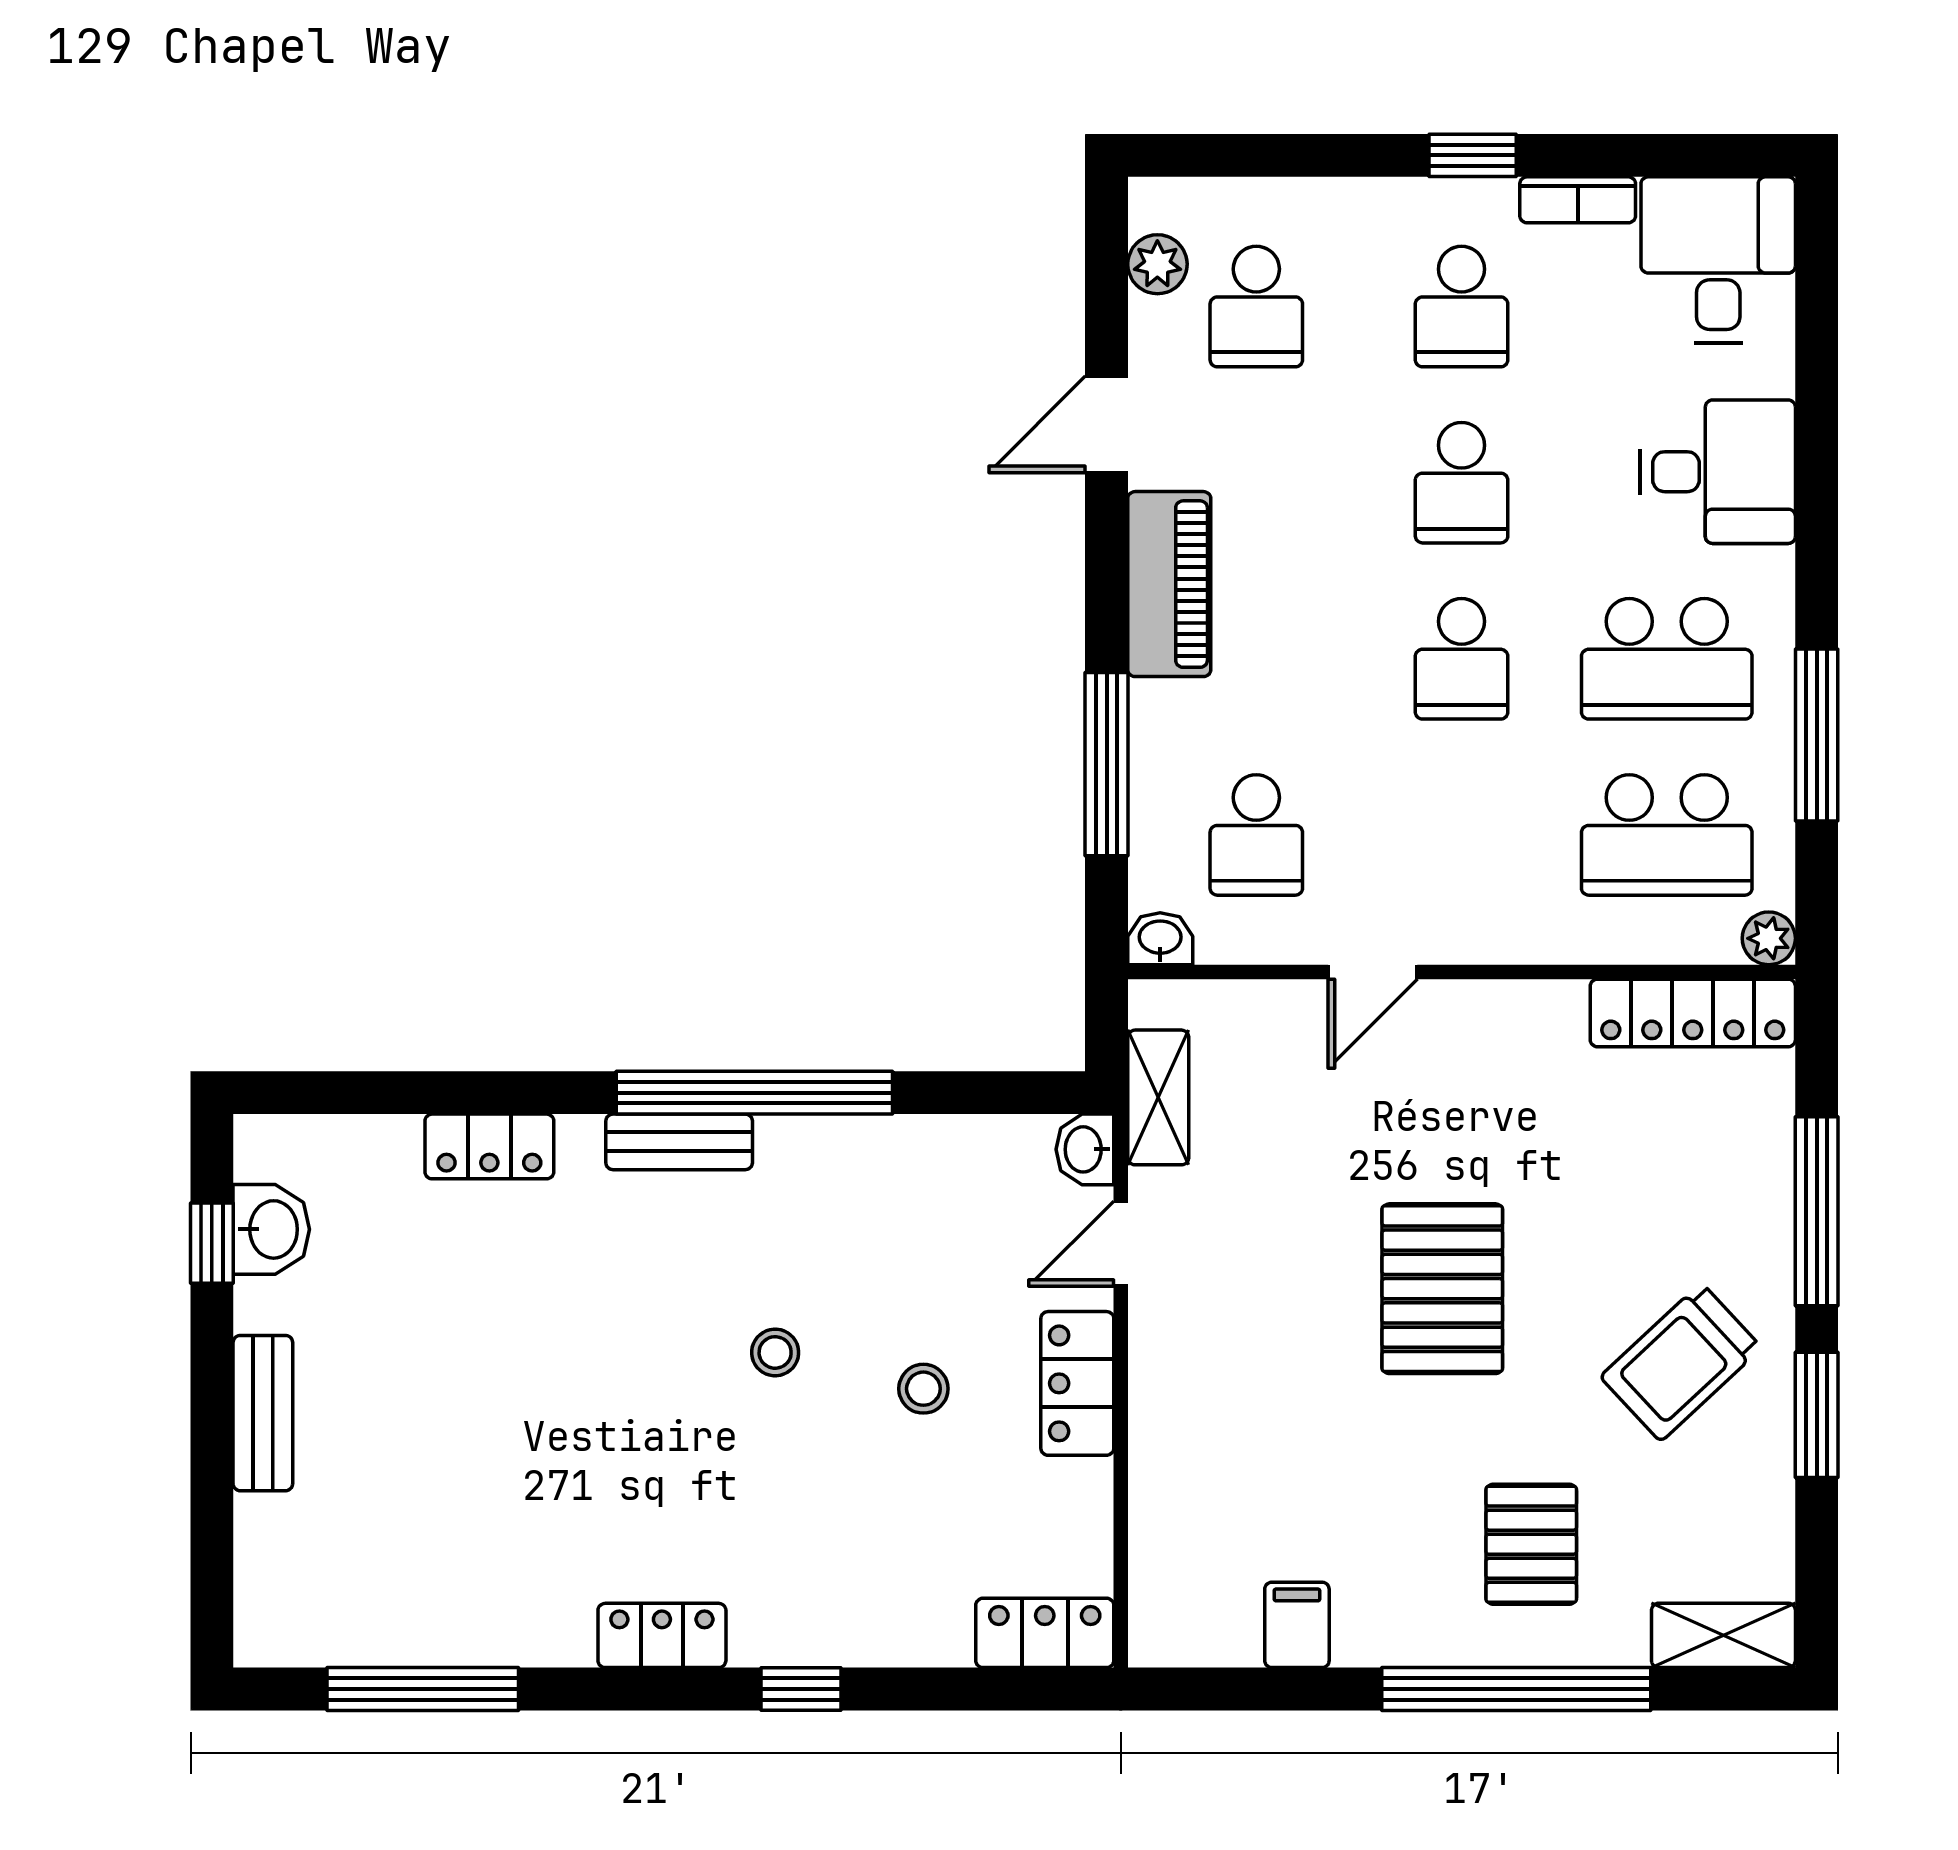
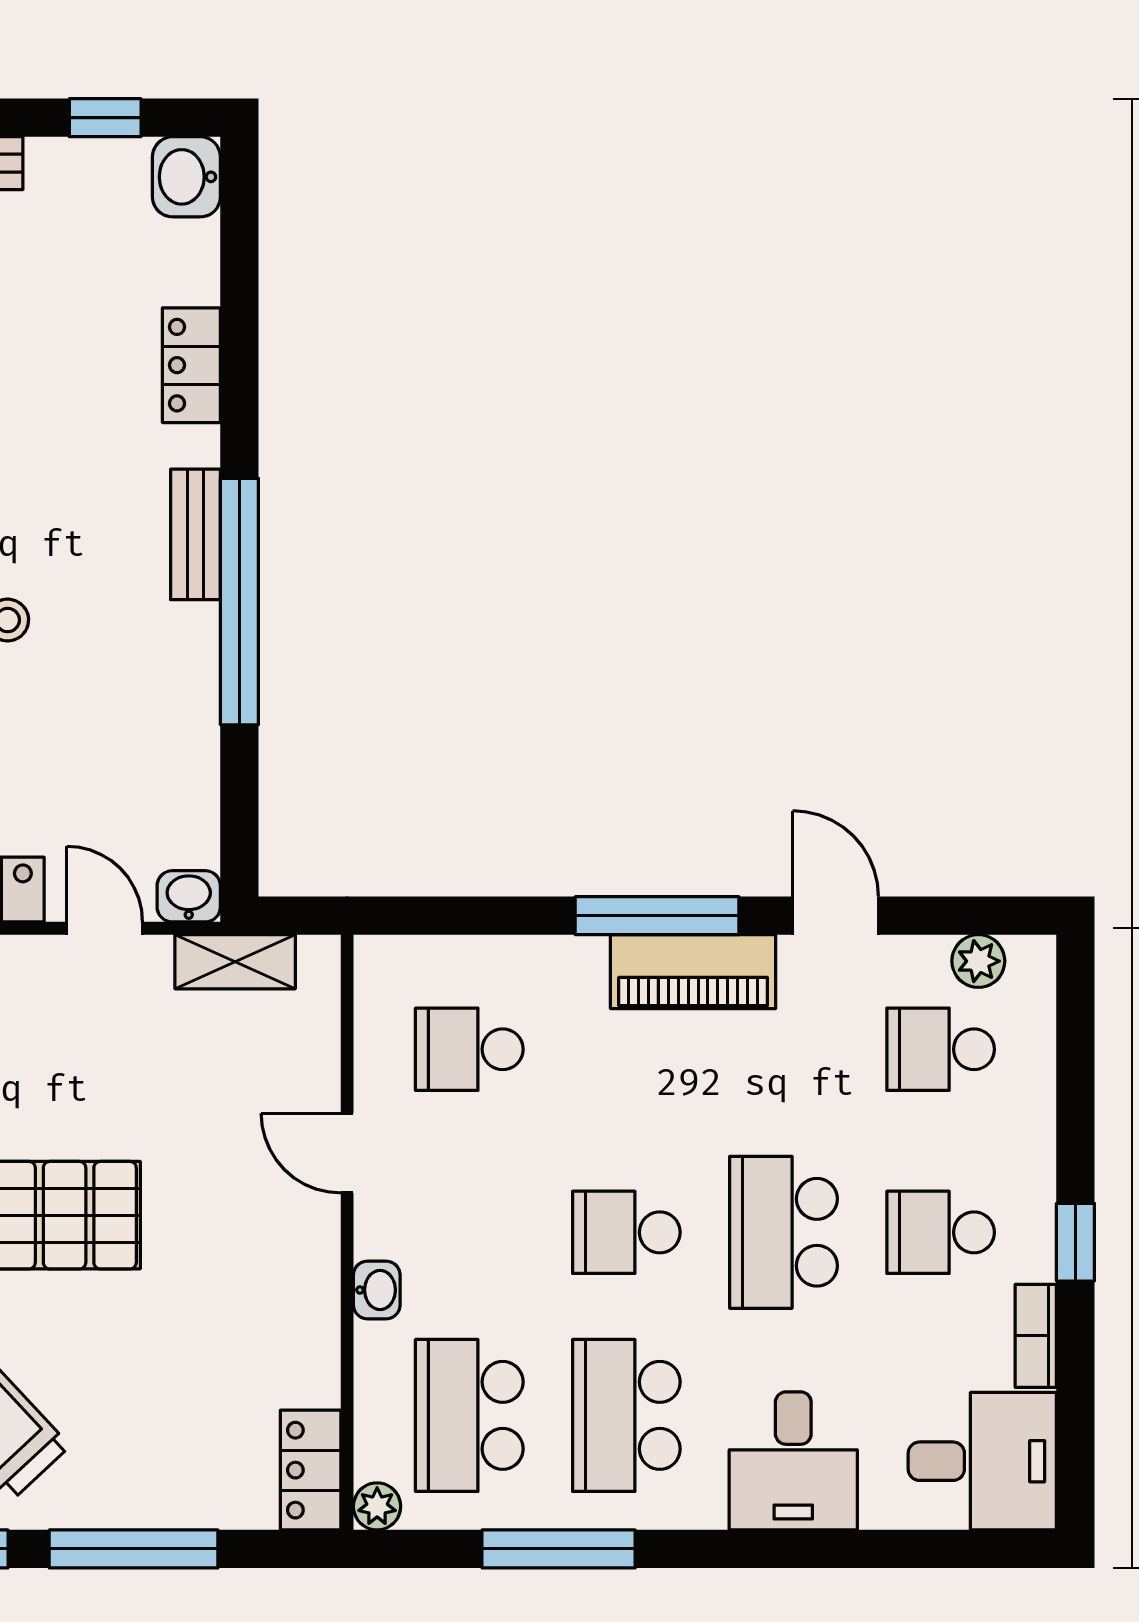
school desk: (1462, 483) -> (783, 1232), width x1.85
window: (1107, 764) -> (657, 916), moved
washbasin: (1160, 939) -> (377, 1290), moved
locker: (1693, 1013) -> (311, 1470), width x0.66
washbasin: (271, 1229) -> (186, 177), moved, turned 90

